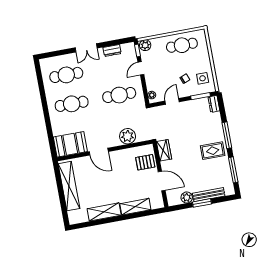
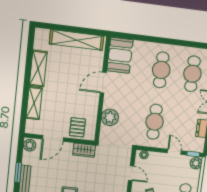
plant: (187, 197) -> (30, 145), moved

